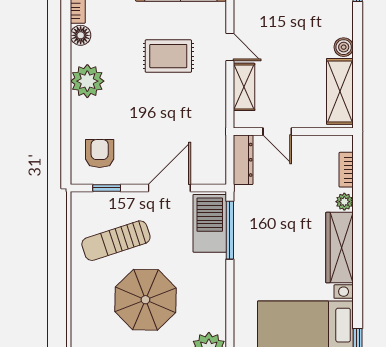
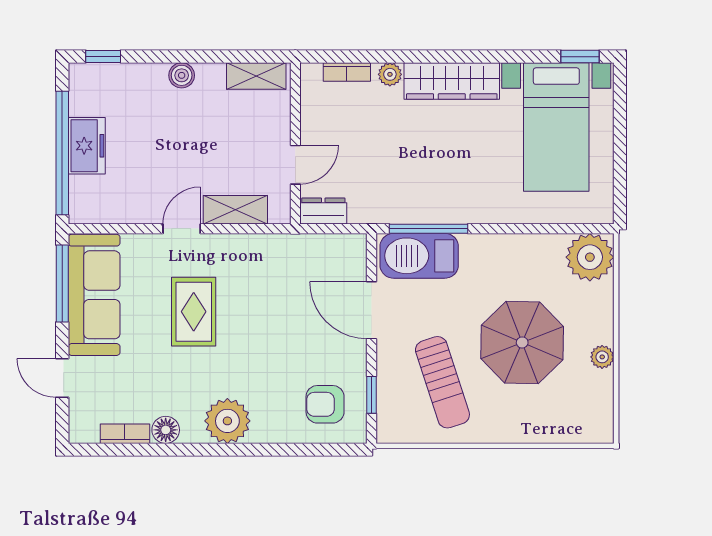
shelving: (340, 91) -> (256, 76), width x0.67, depth x0.75
dresser: (243, 160) -> (323, 211), width x0.70

